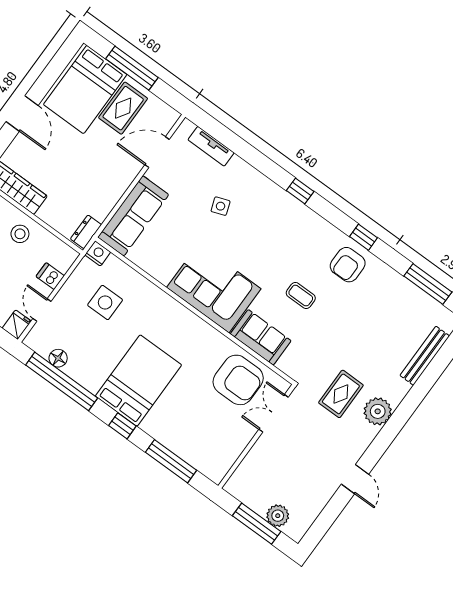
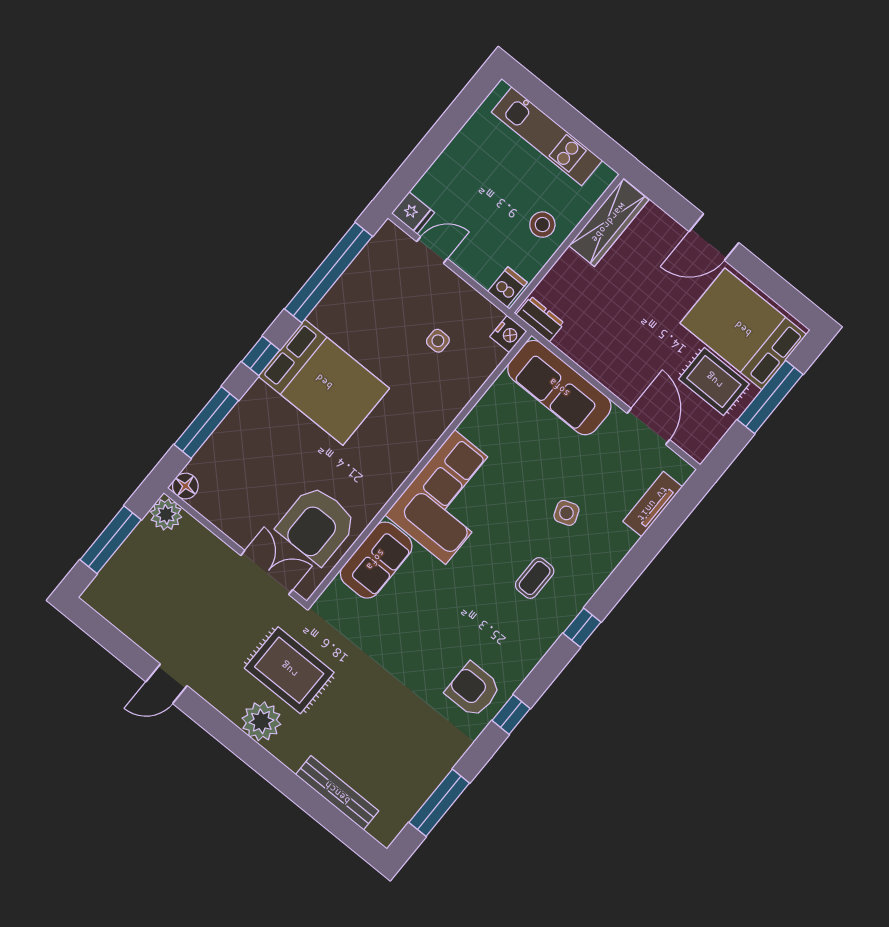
dishwasher: (50, 276) -> (507, 287), moved
coffee table: (301, 296) -> (535, 578), moved
side table: (105, 302) -> (438, 341), width x0.54, depth x0.54
floor lamp: (58, 358) -> (185, 486), moved
rug: (341, 394) -> (289, 670), width x1.36, depth x1.43
plant: (278, 516) -> (166, 515), moved

